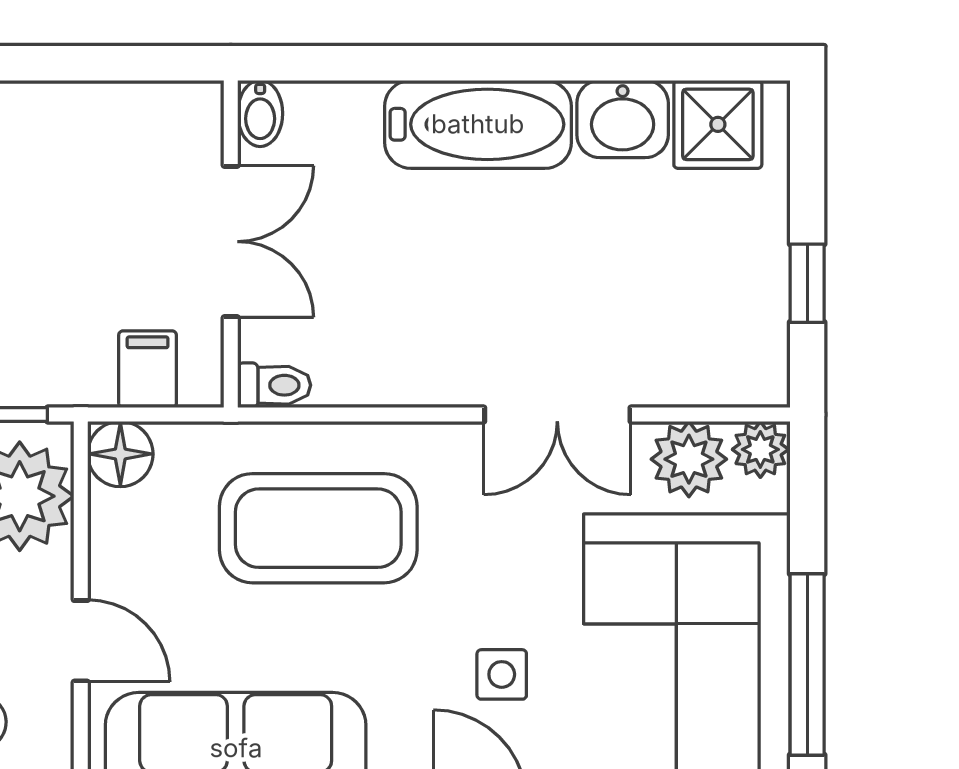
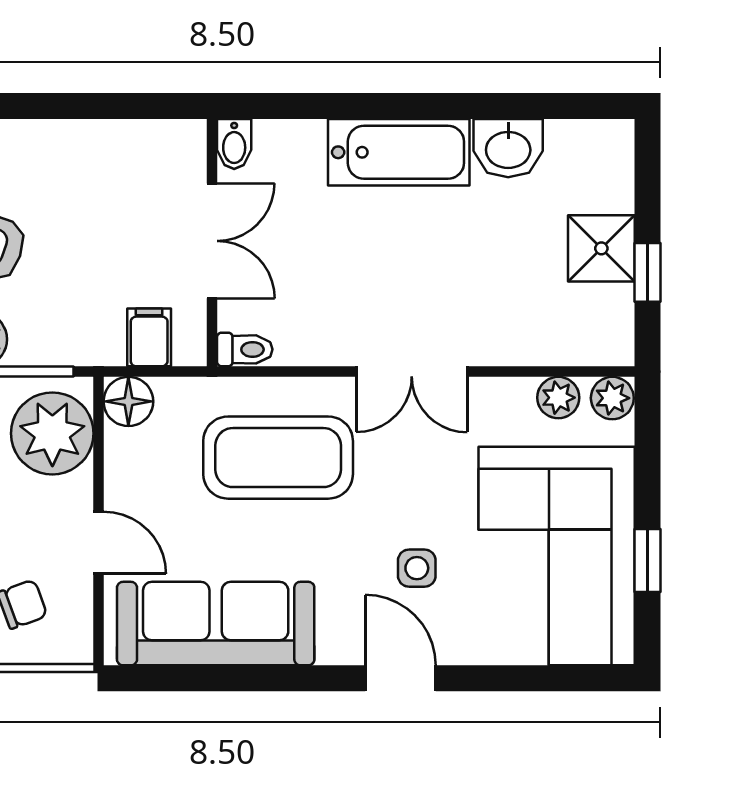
shower: (718, 124) -> (601, 248), moved
double door: (557, 414) -> (412, 372), moved
plant: (689, 459) -> (558, 398), width x0.73, depth x0.73
window: (807, 664) -> (648, 561), width x0.46

